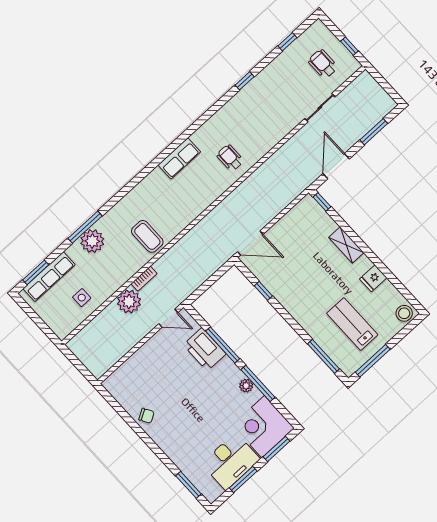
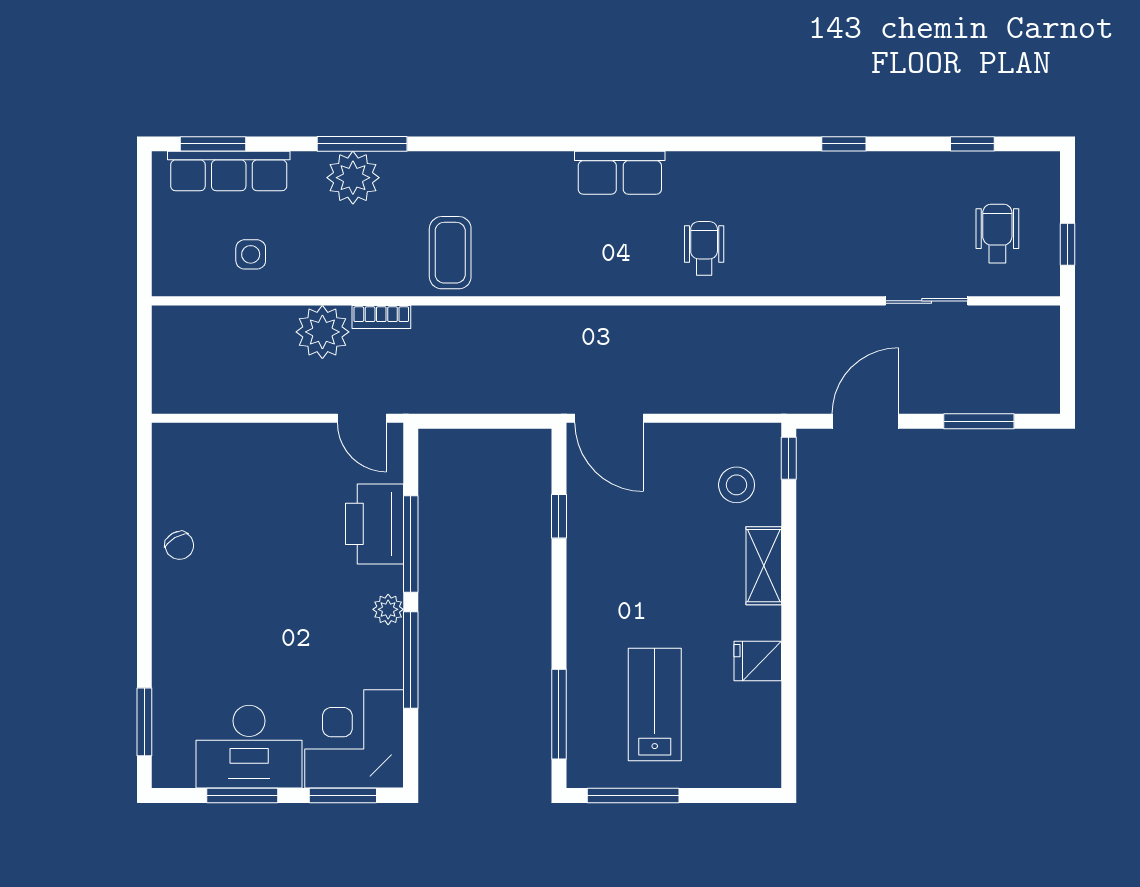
stool: (404, 313) -> (737, 485), moved
plant: (246, 386) -> (388, 609), moved

